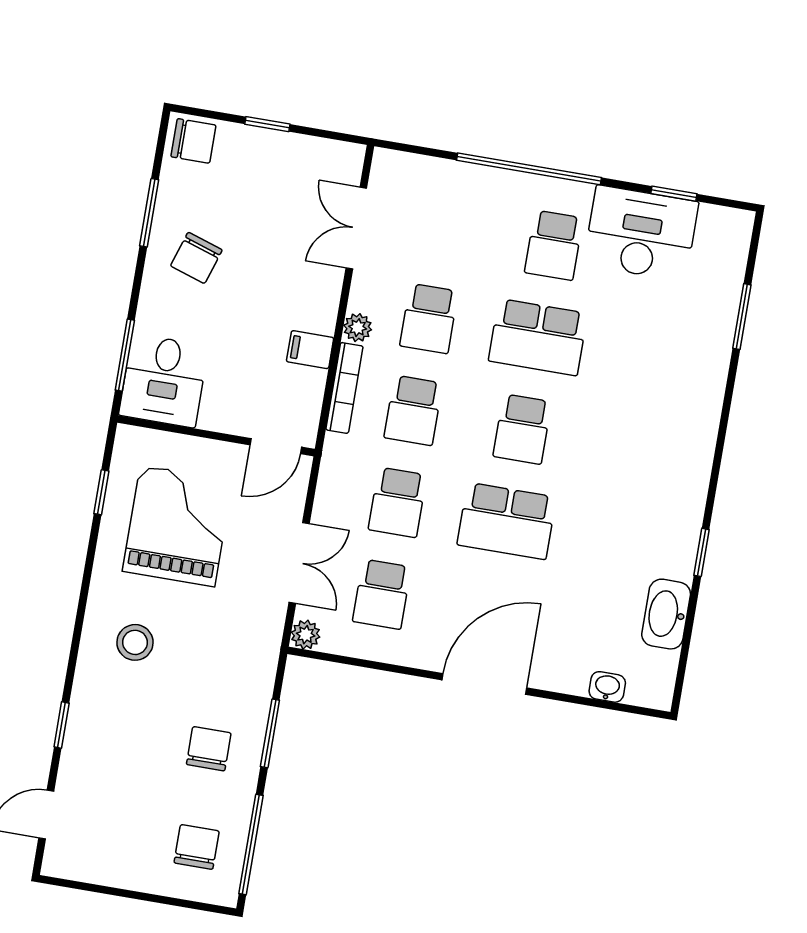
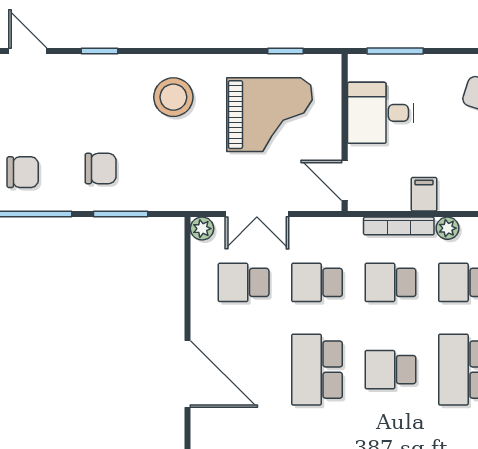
desk: (164, 381) -> (381, 113), moved
stool: (135, 642) -> (173, 97), width x1.38, depth x1.38

